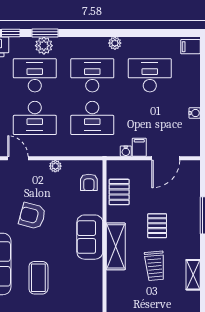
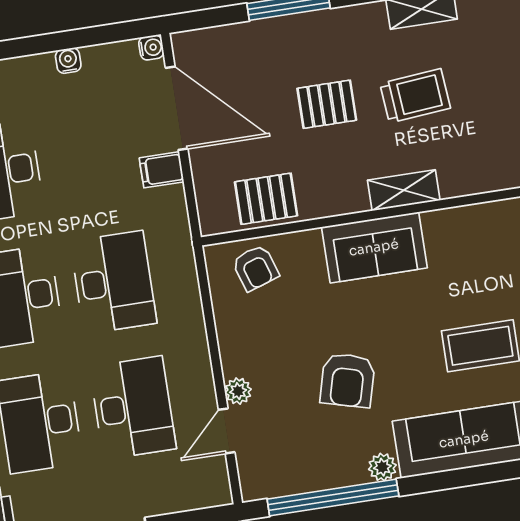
water cooler: (126, 151) -> (151, 47), moved
door: (166, 158) -> (177, 108), width x1.36
plant: (55, 166) -> (238, 391), moved
armchair: (89, 182) -> (255, 268), turned 72
shelving: (116, 246) -> (404, 190), width x0.67, depth x0.75

